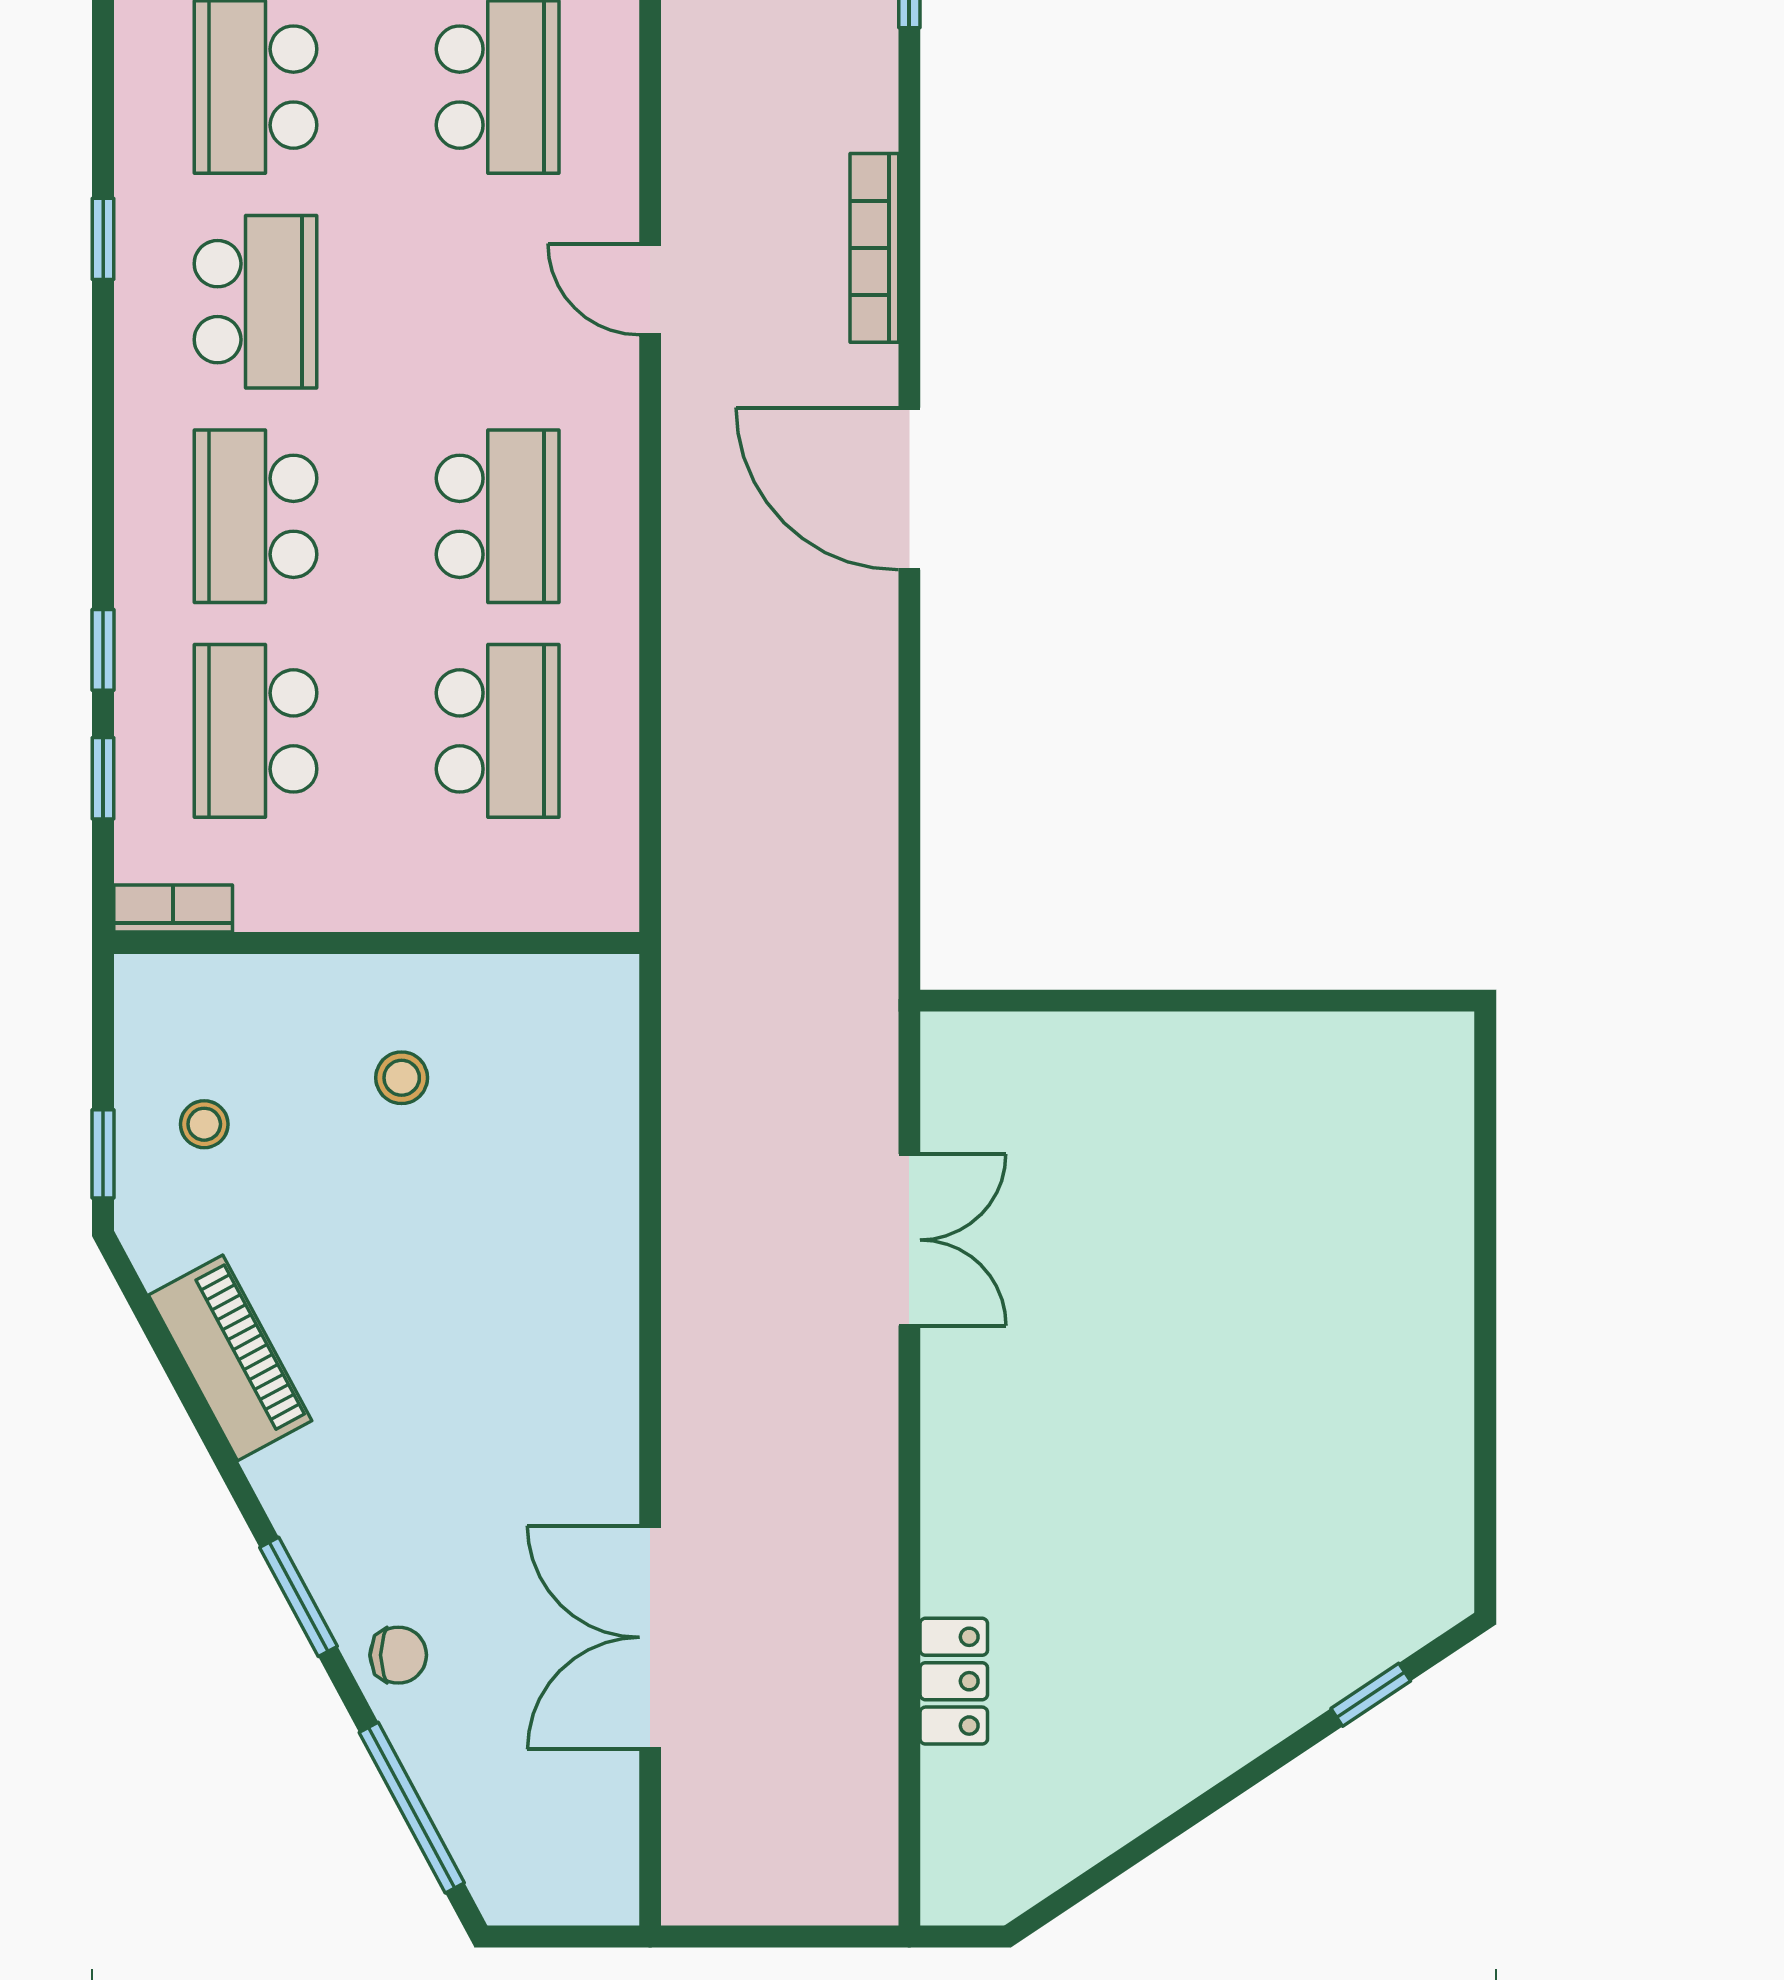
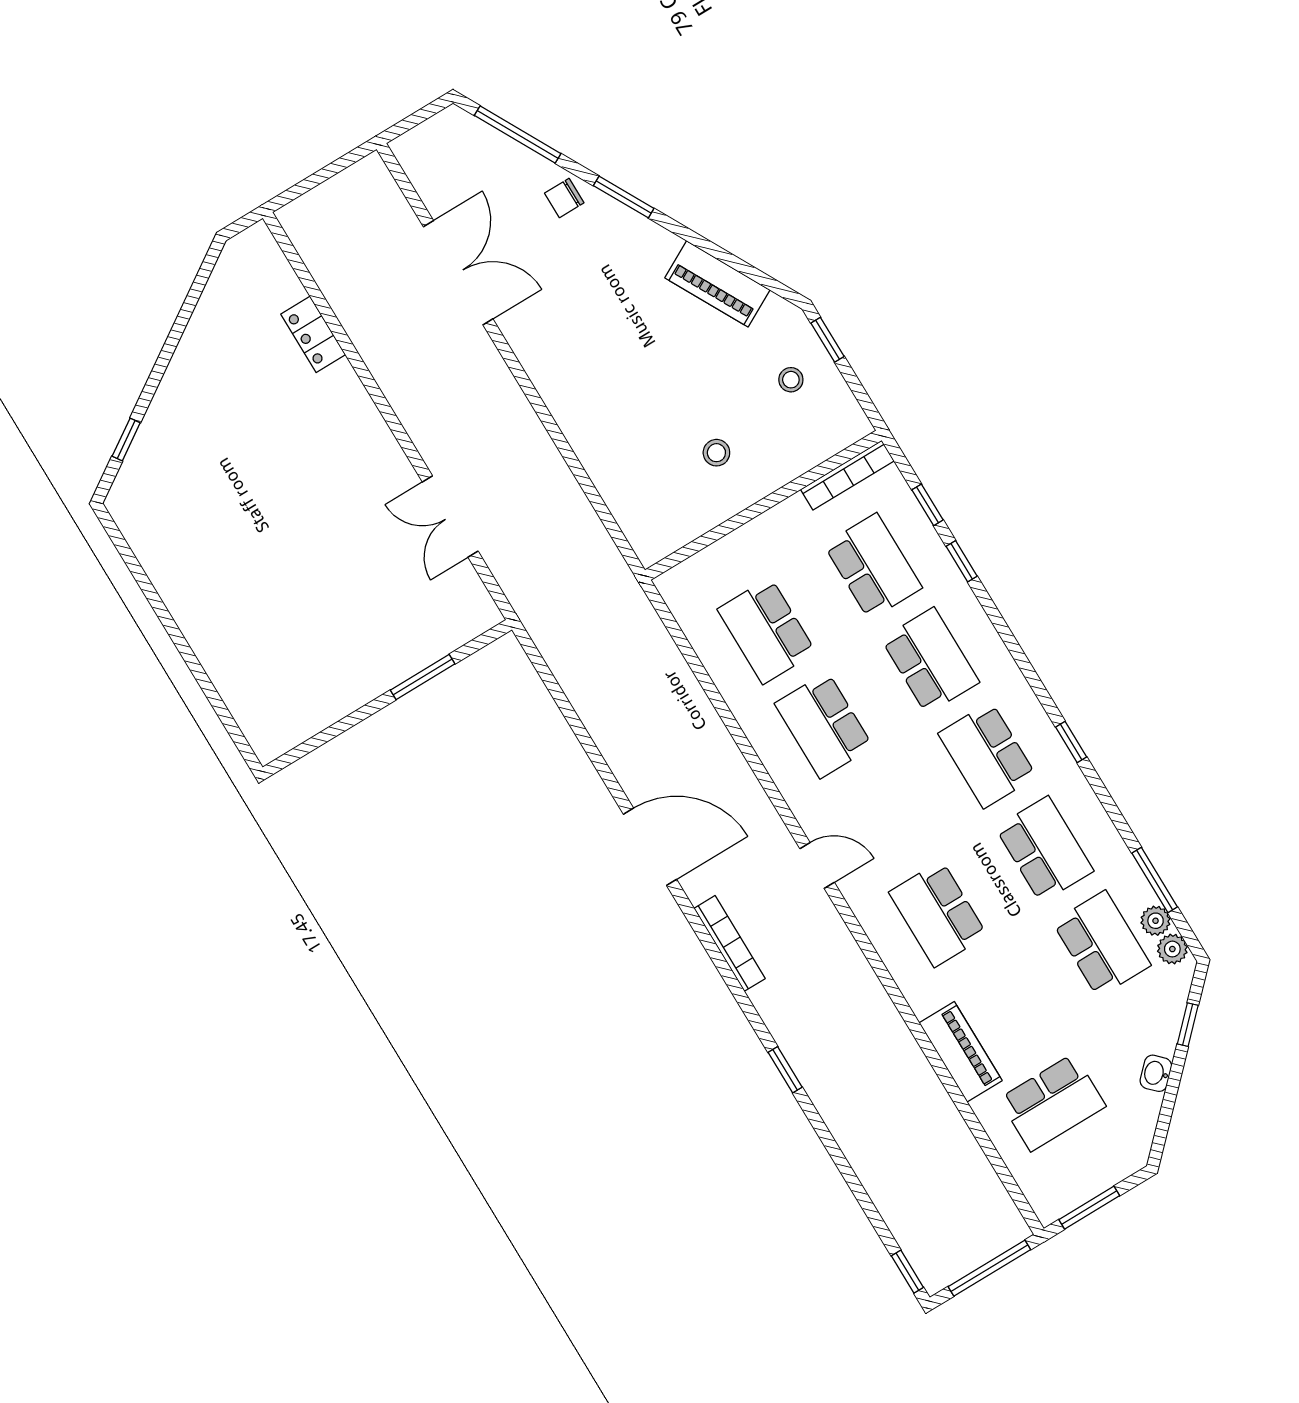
bookcase: (173, 909) -> (847, 475), width x1.56
window: (1117, 1001) -> (423, 677), added

